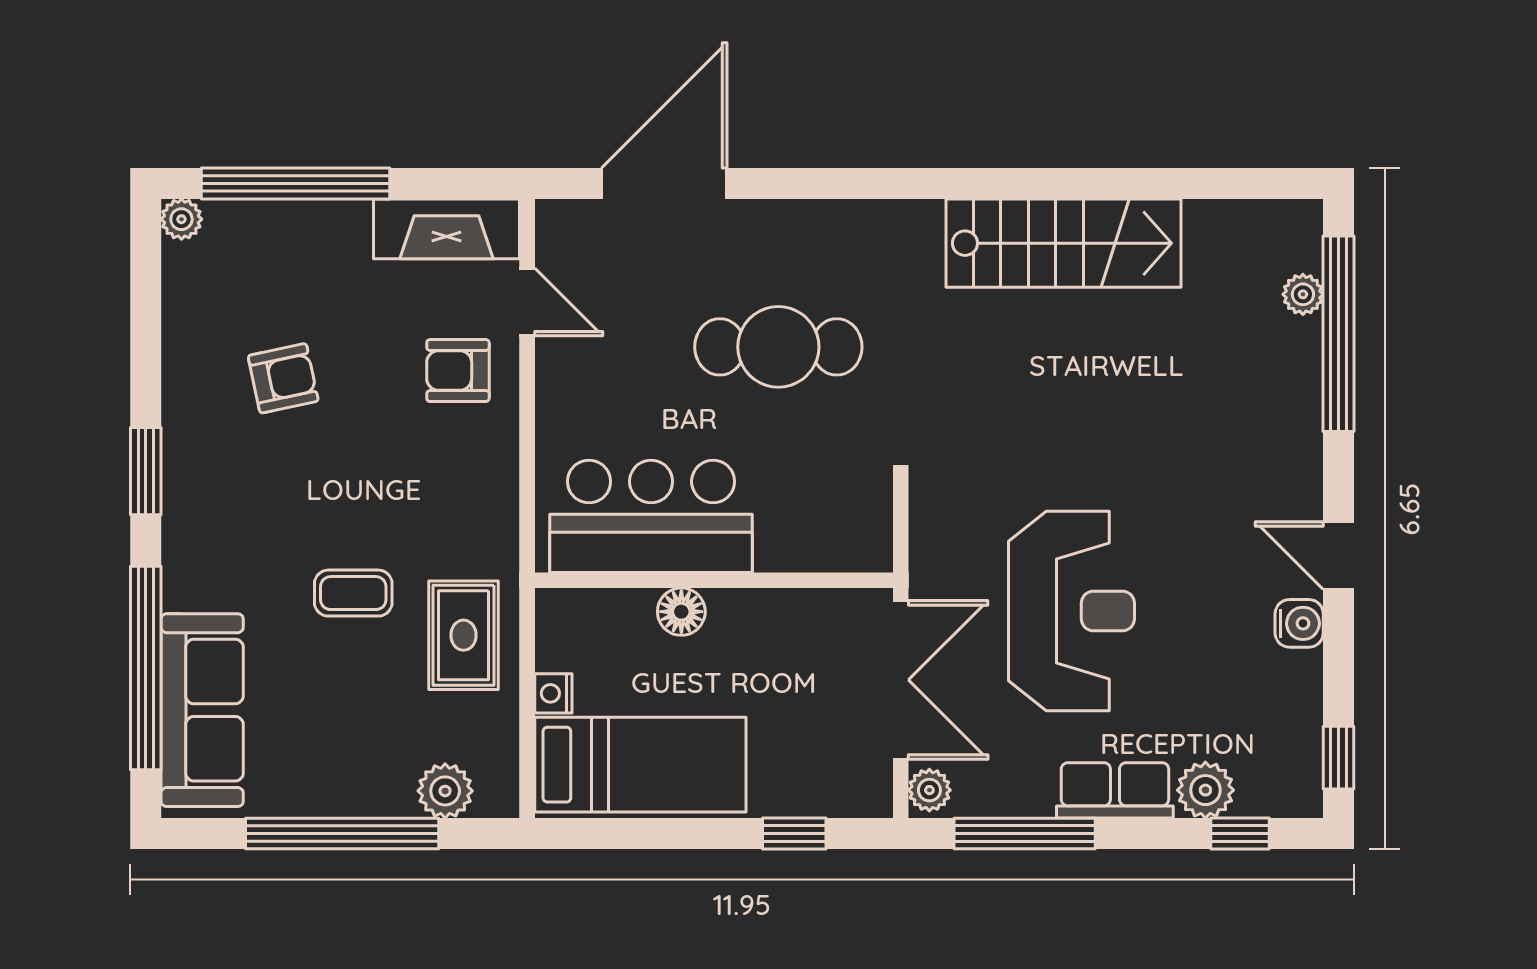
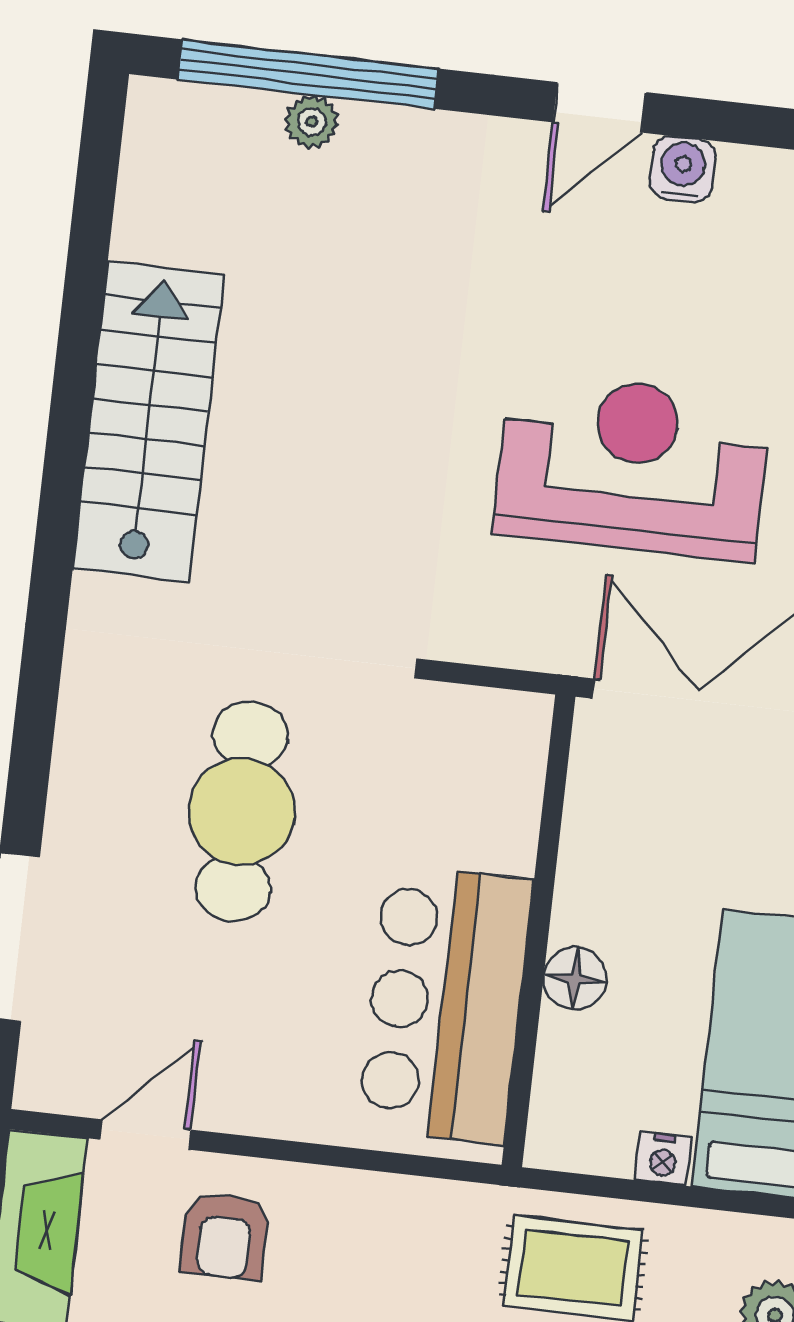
plant: (1303, 294) -> (312, 122), moved

